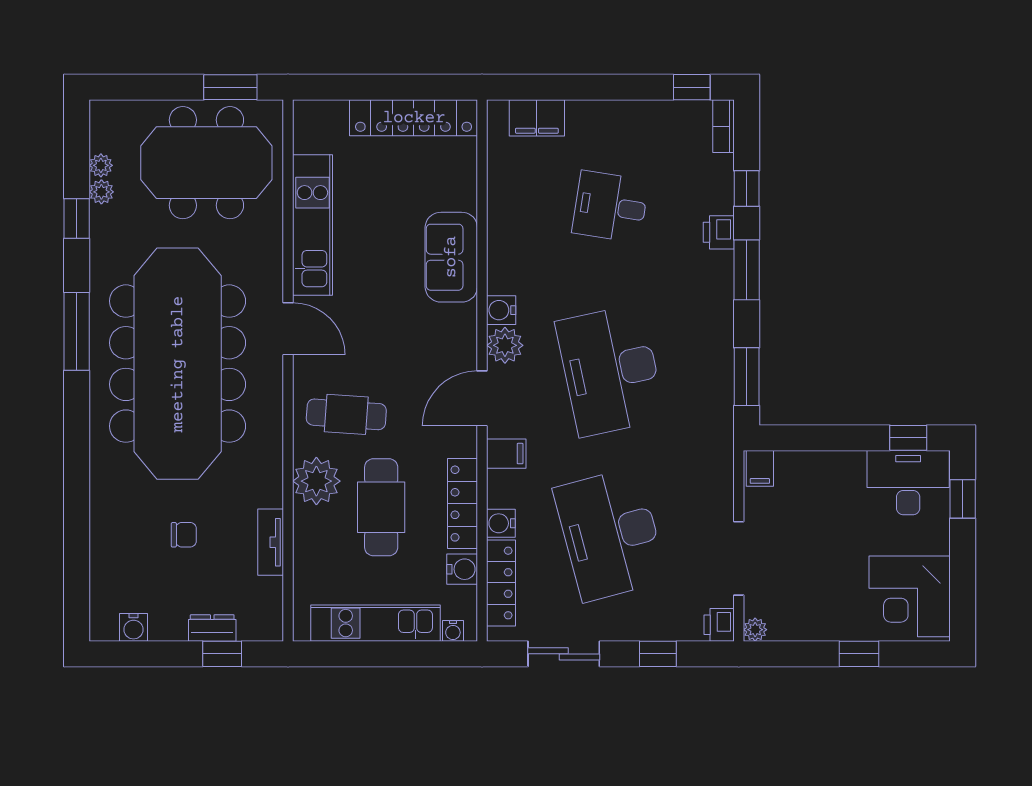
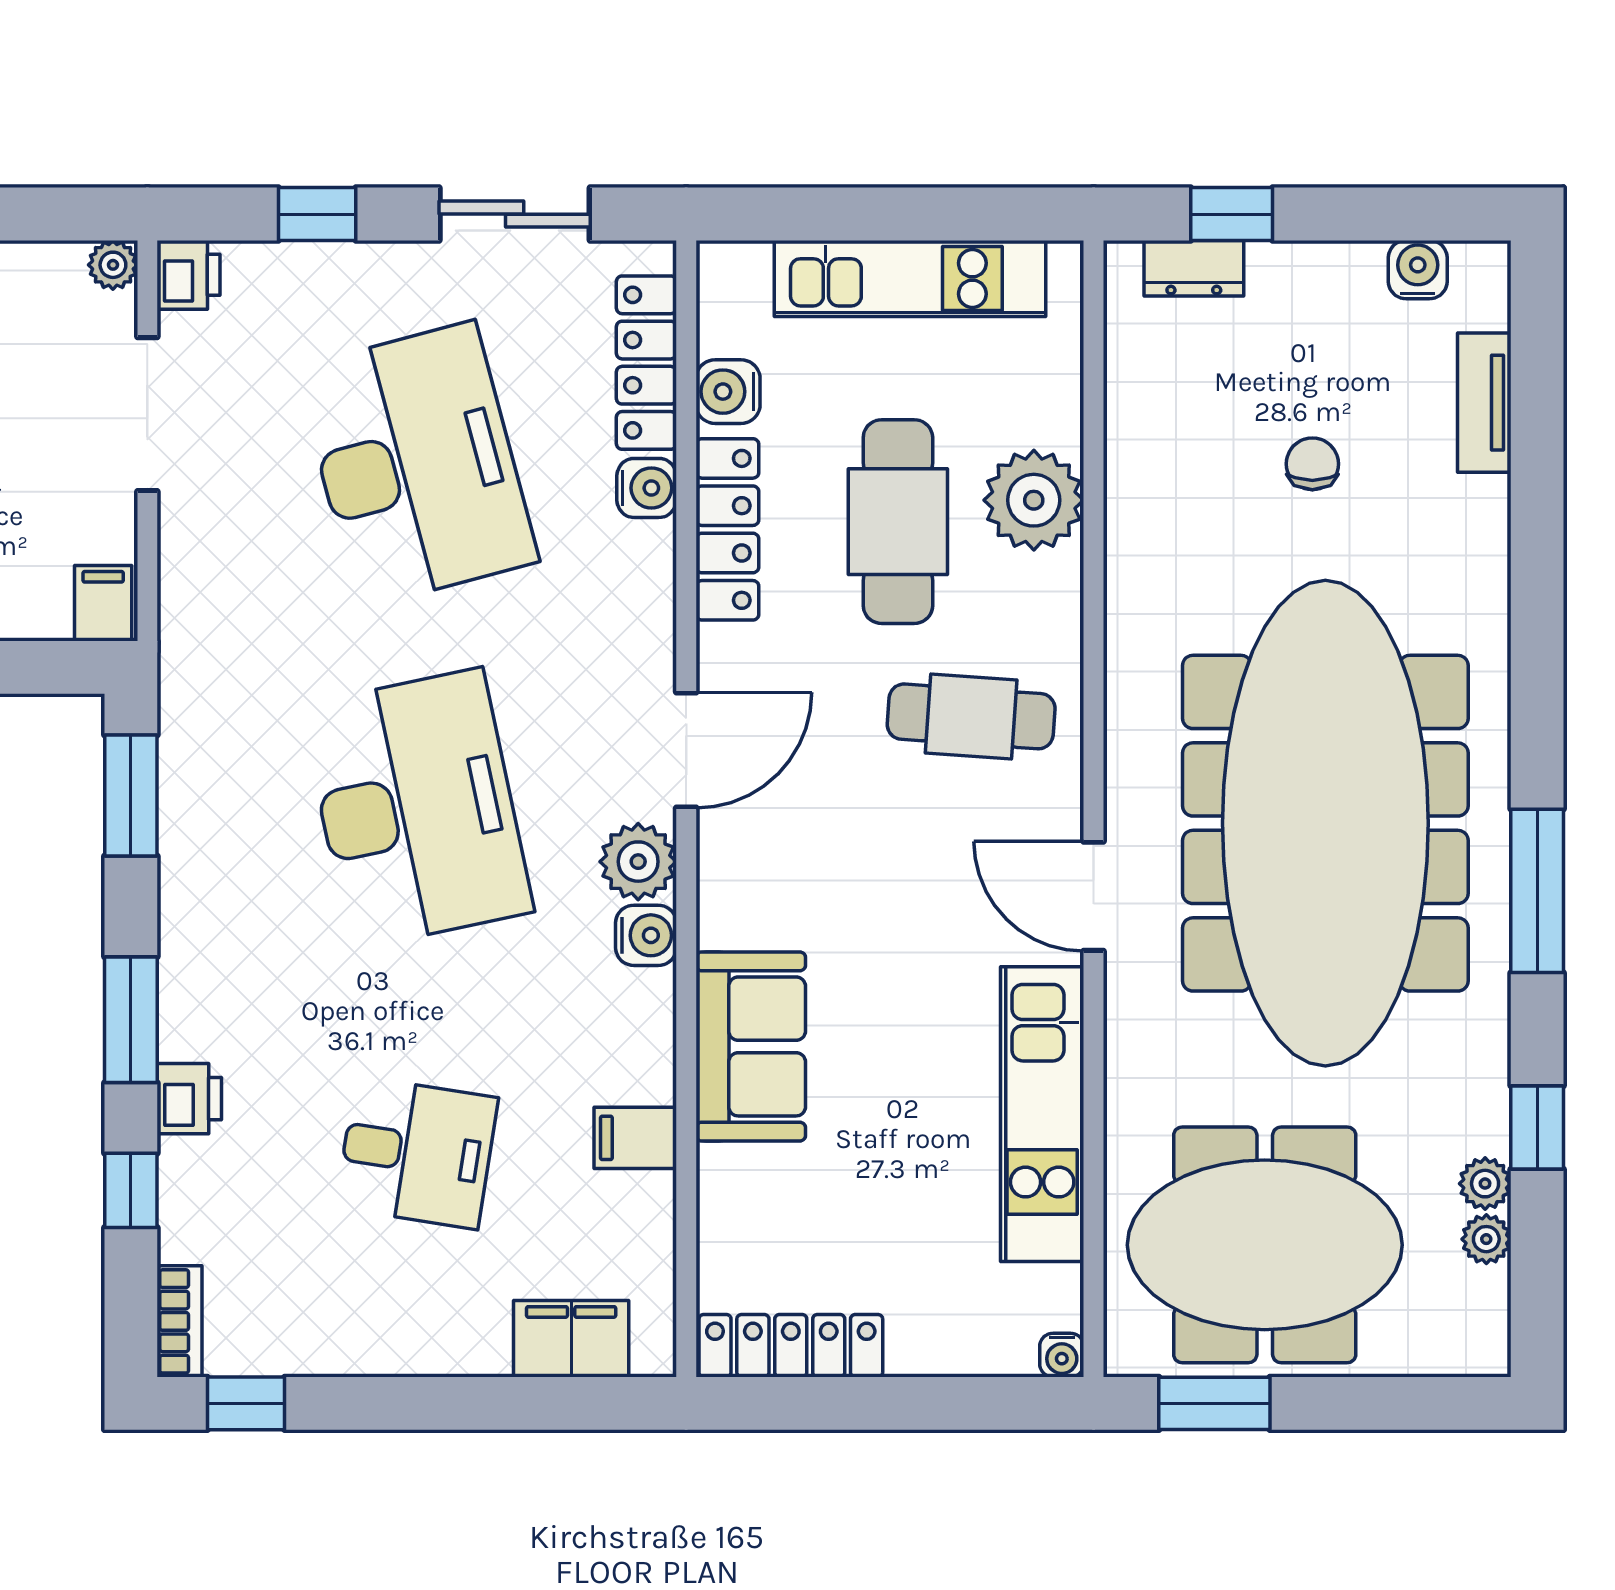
locker: (414, 118) -> (791, 1346), width x0.71, depth x0.83
filing cabinet: (506, 454) -> (635, 1138), moved
plant: (316, 481) -> (1034, 500), moved
chair: (184, 535) -> (1312, 464), turned 90
tv unit: (271, 542) -> (1484, 403), moved, turned 180
dresser: (212, 628) -> (1194, 268), moved
water cooler: (453, 631) -> (1062, 1355), moved, turned 180

